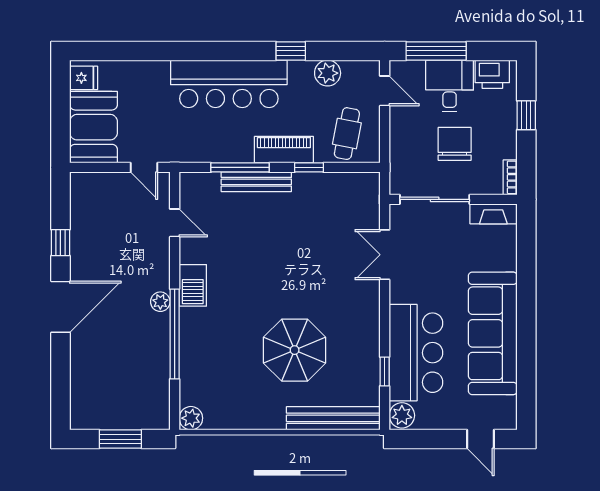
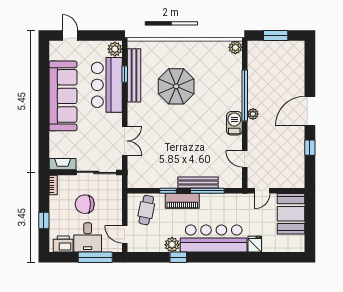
plant: (328, 73) -> (172, 245), moved
fridge: (84, 78) -> (255, 244), moved, turned 90
chair: (455, 144) -> (85, 204), turned 90
door: (144, 167) -> (262, 191), swing flipped
bench: (333, 418) -> (134, 75), moved, turned 90

